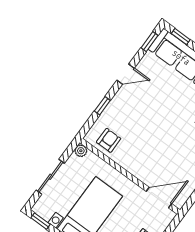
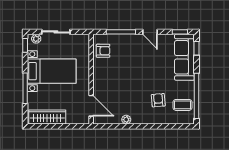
window: (102, 106) -> (121, 32), width x2.17
plant: (81, 151) -> (36, 39), moved

